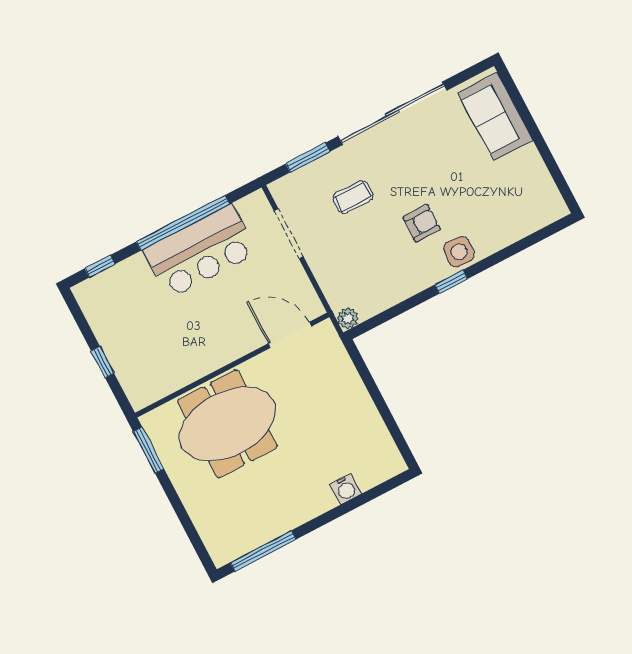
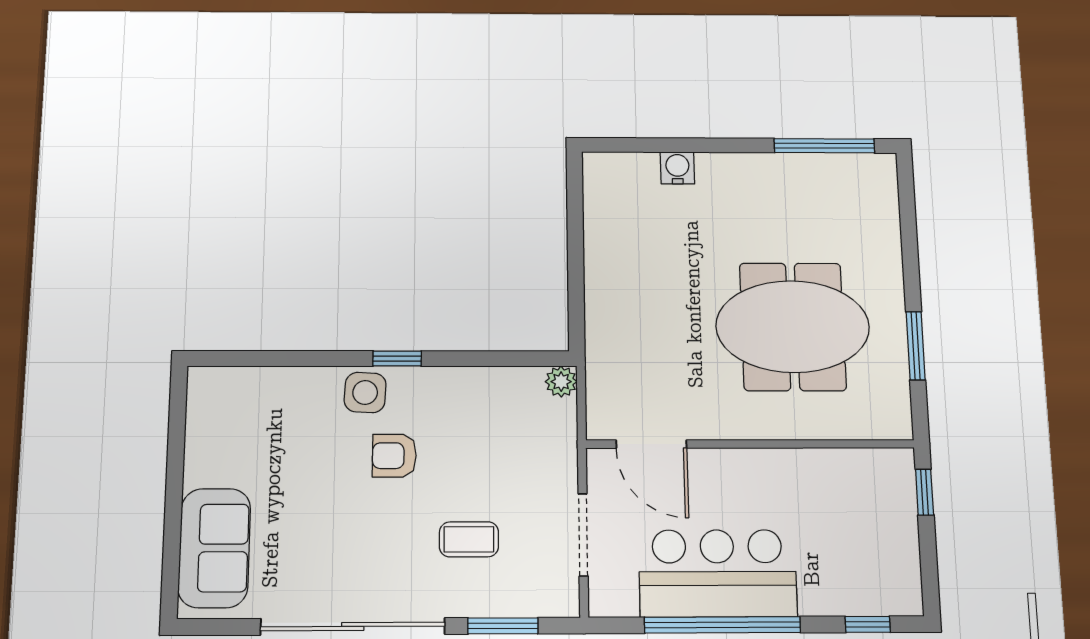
door: (290, 335) -> (651, 444), moved
wall: (232, 365) -> (750, 444), moved

